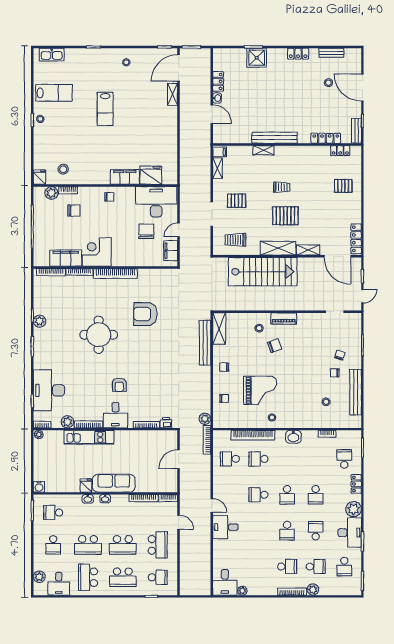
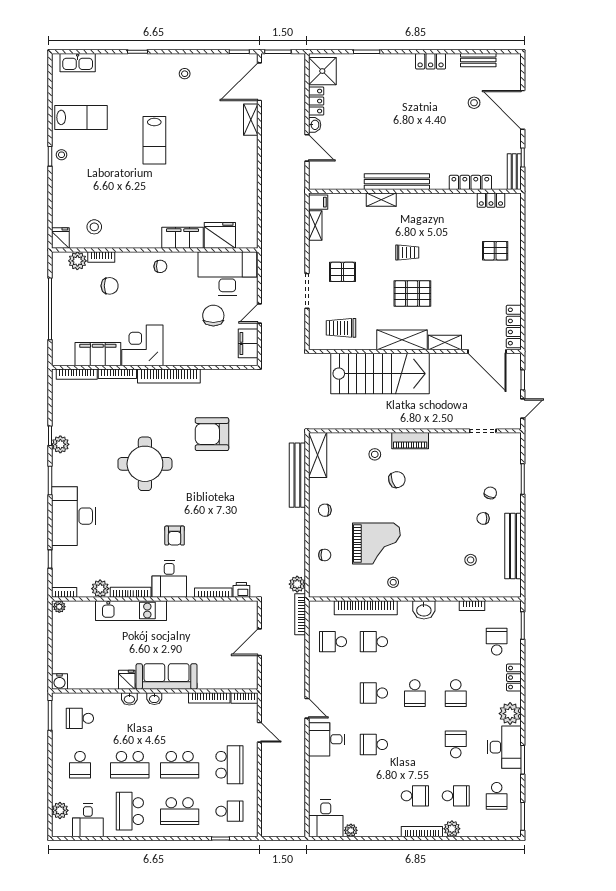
shower: (257, 58) -> (322, 71), moved
desk: (49, 390) -> (74, 516), moved
school desk: (287, 531) -> (374, 744), moved, turned 90

